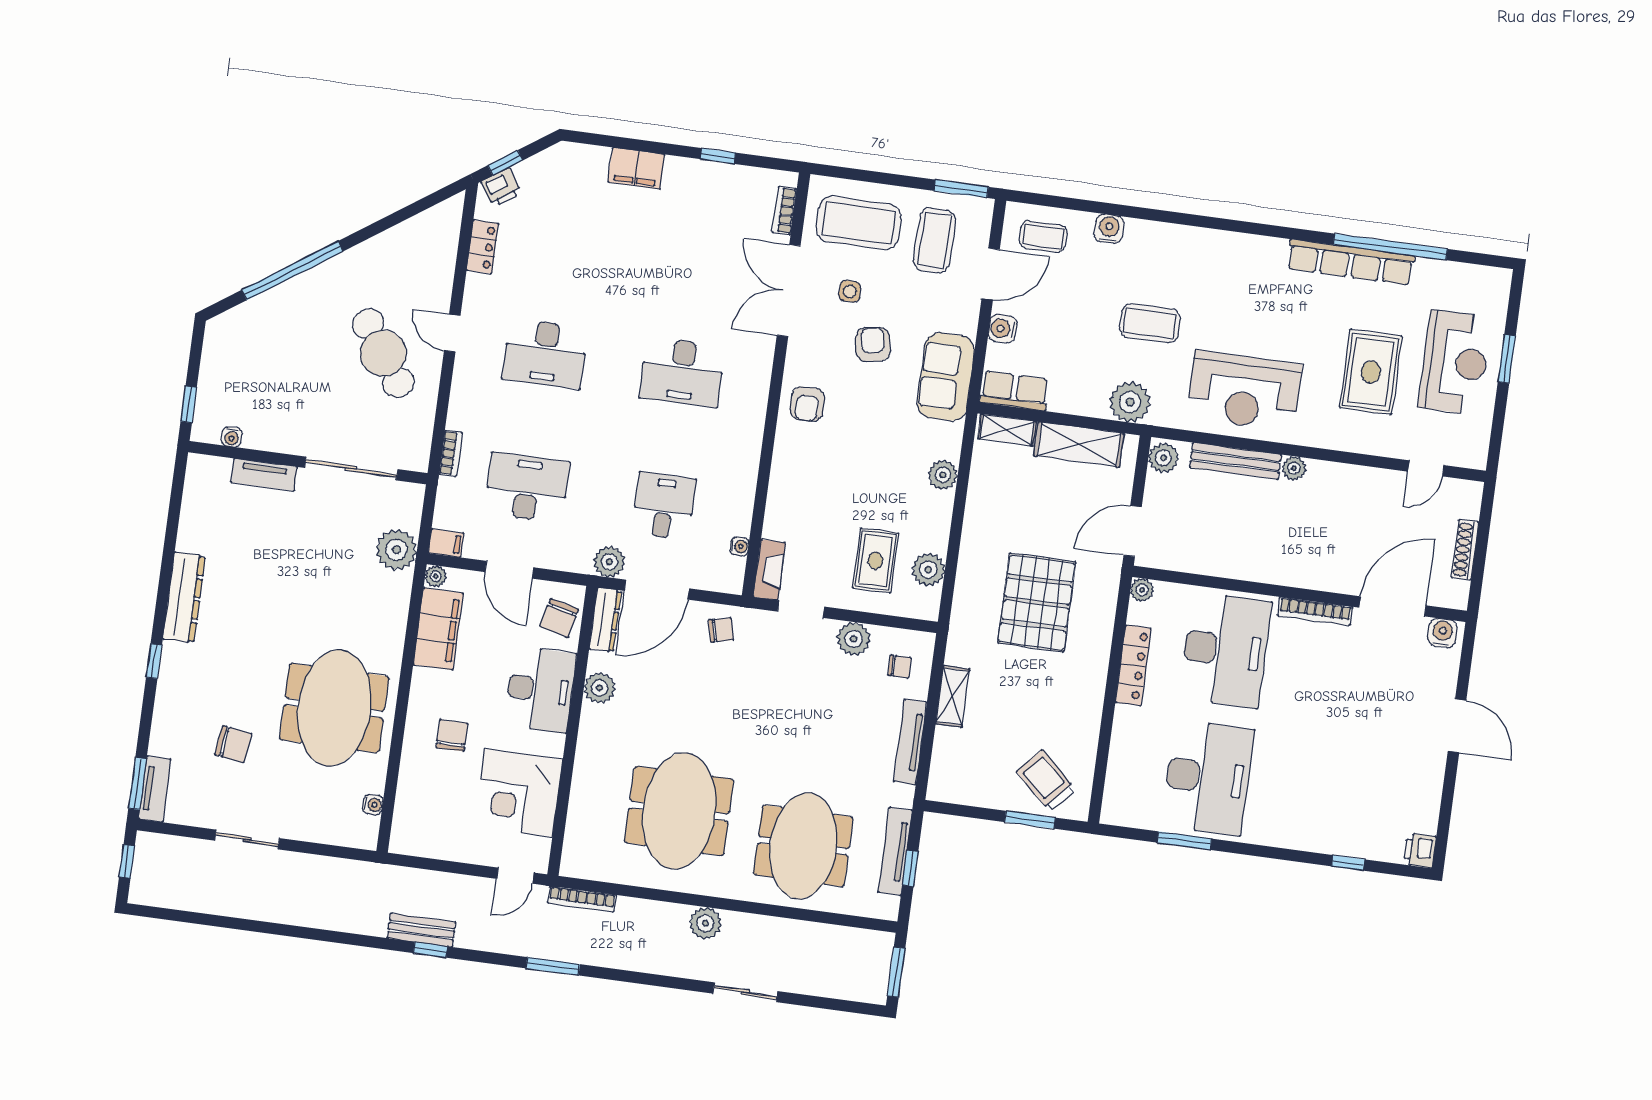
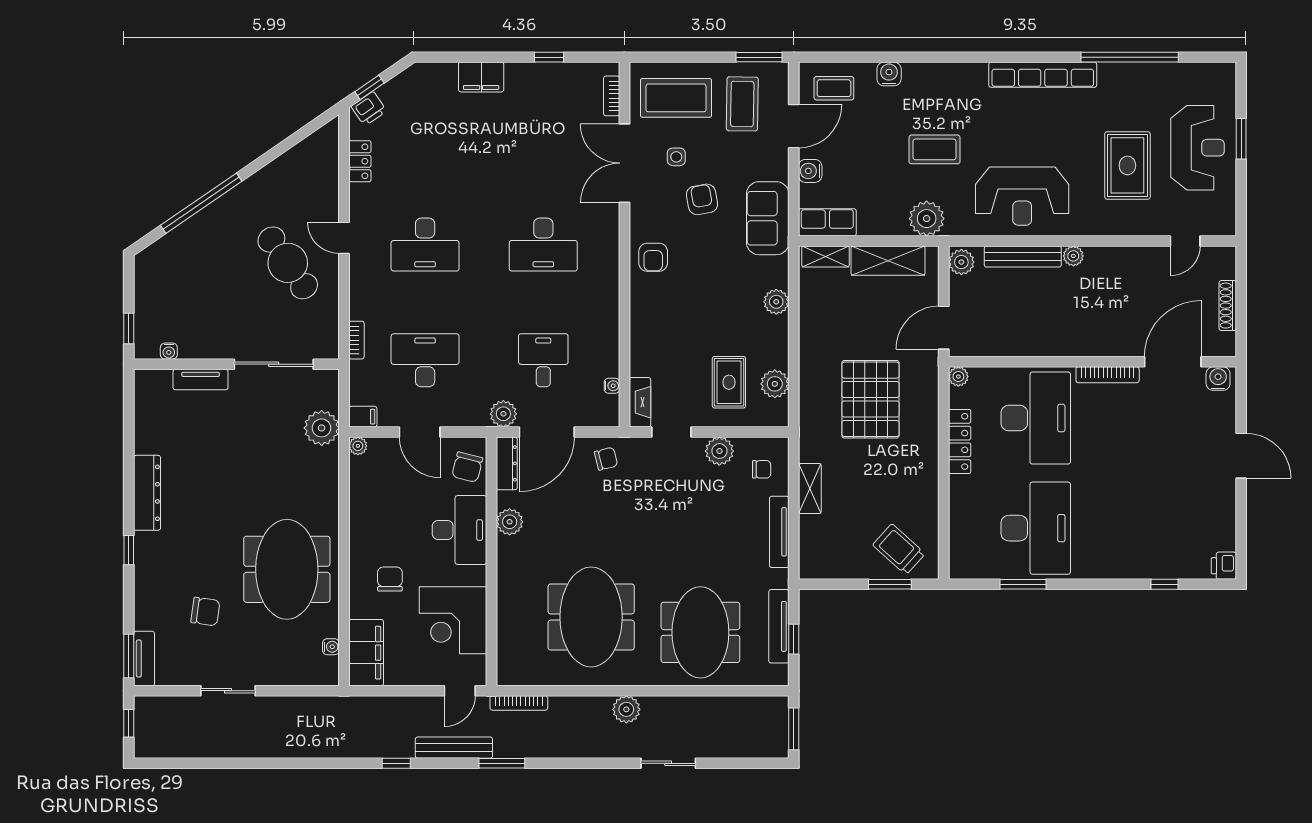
row of seats: (1351, 262) -> (1043, 75), moved
filing cabinet: (438, 629) -> (366, 653), moved
bench: (421, 930) -> (454, 748), moved, width x1.36

